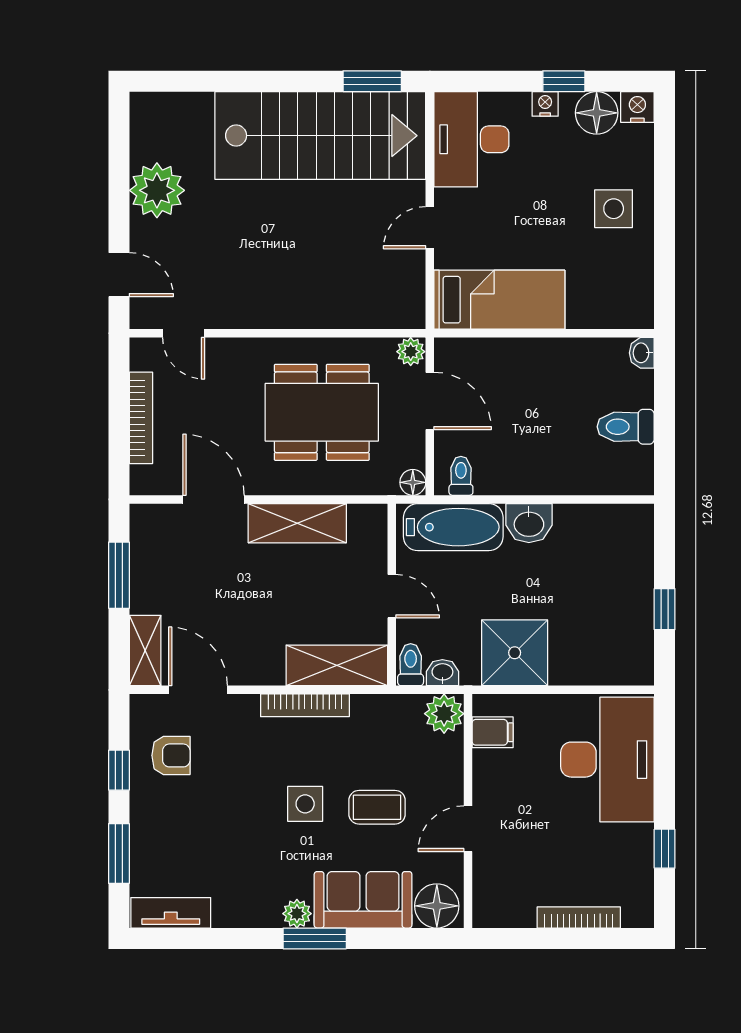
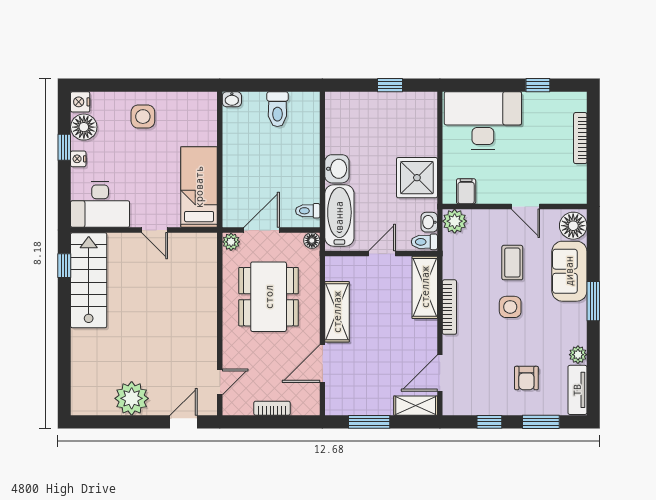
window: (372, 81) -> (64, 266), width x0.67
stairs: (320, 136) -> (89, 280), width x0.73, depth x0.66
bookcase: (141, 418) -> (272, 408), width x0.64
armchair: (171, 755) -> (526, 378), moved, turned 180
plant: (297, 914) -> (578, 355), moved

